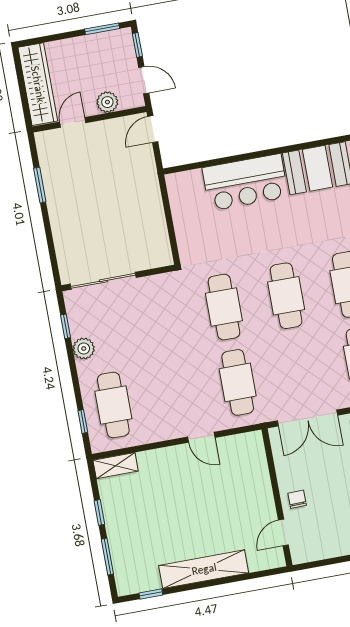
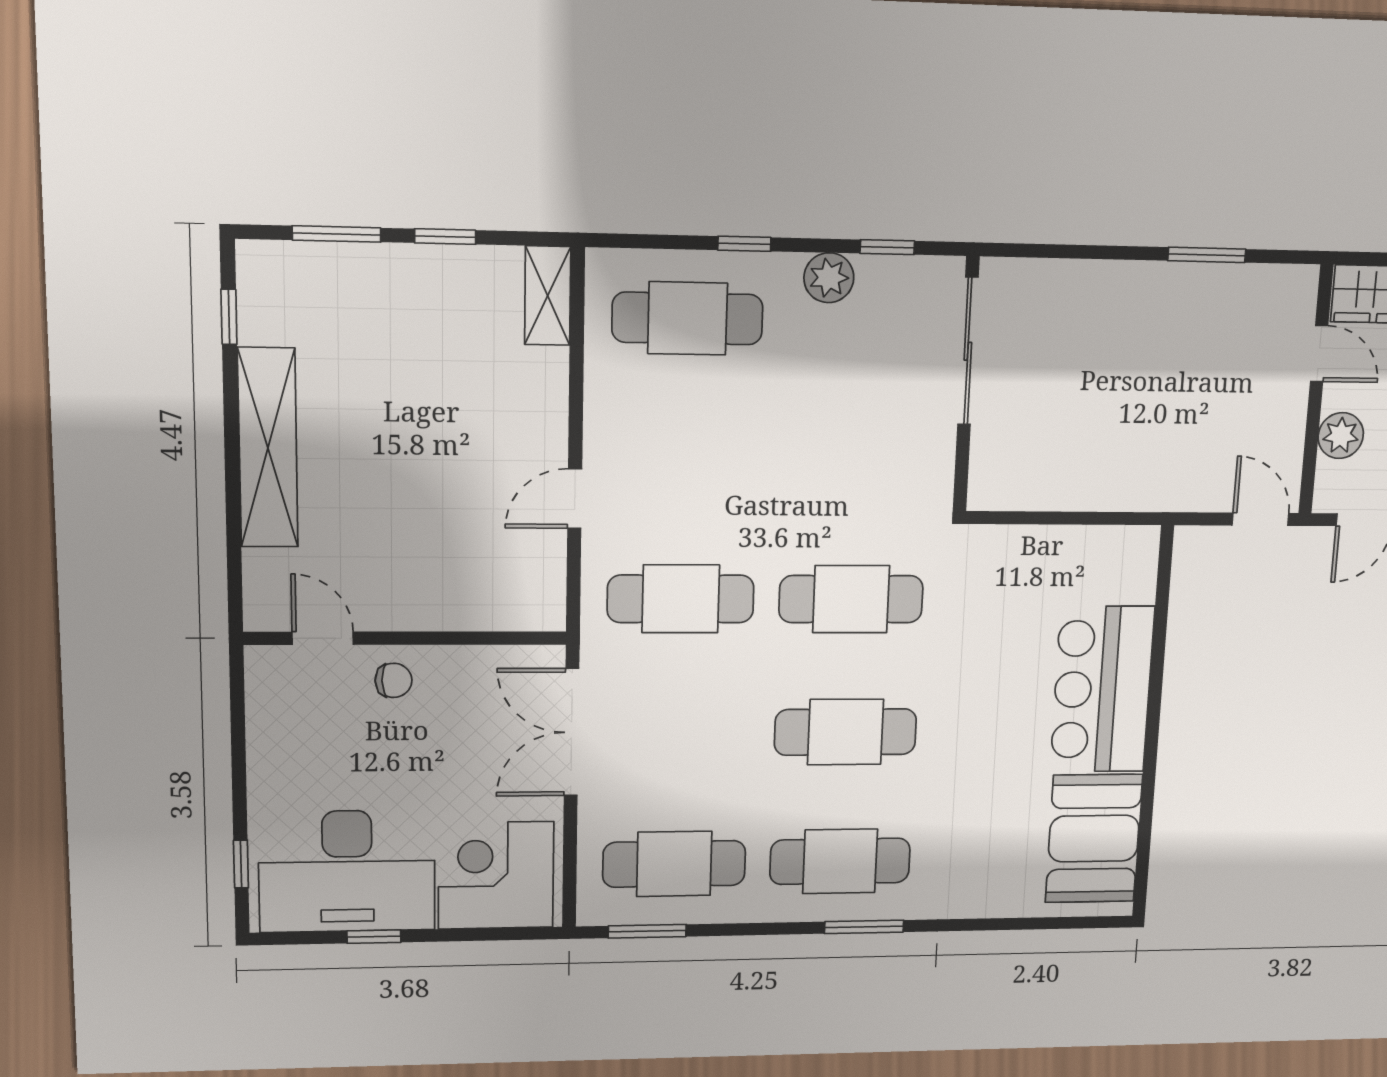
window: (83, 421) -> (744, 244), moved

